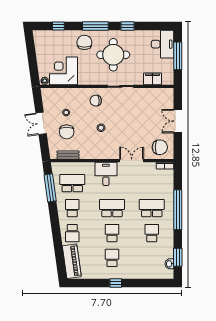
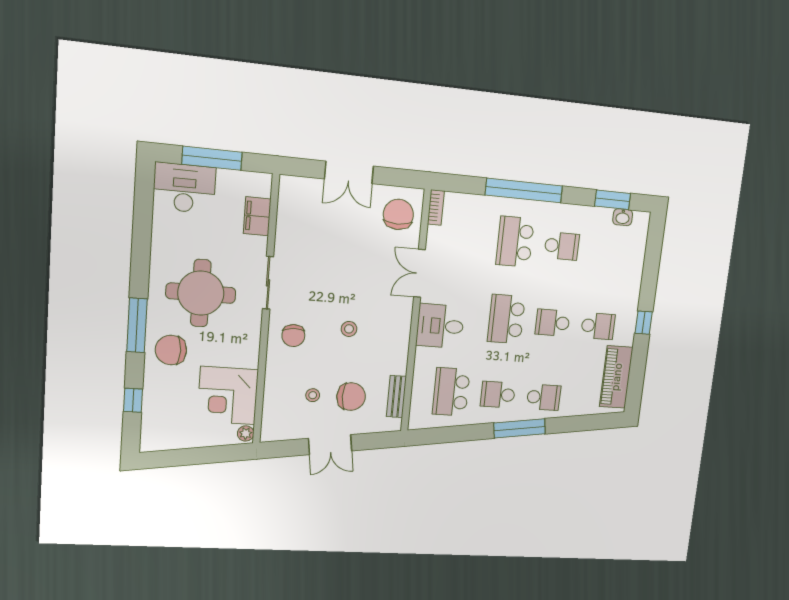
window: (127, 26) -> (141, 259), removed
window: (50, 188) -> (520, 428), moved
school desk: (152, 233) -> (562, 246), turned 180
school desk: (112, 258) -> (598, 326), turned 180
piano: (72, 261) -> (616, 377), moved, turned -82

